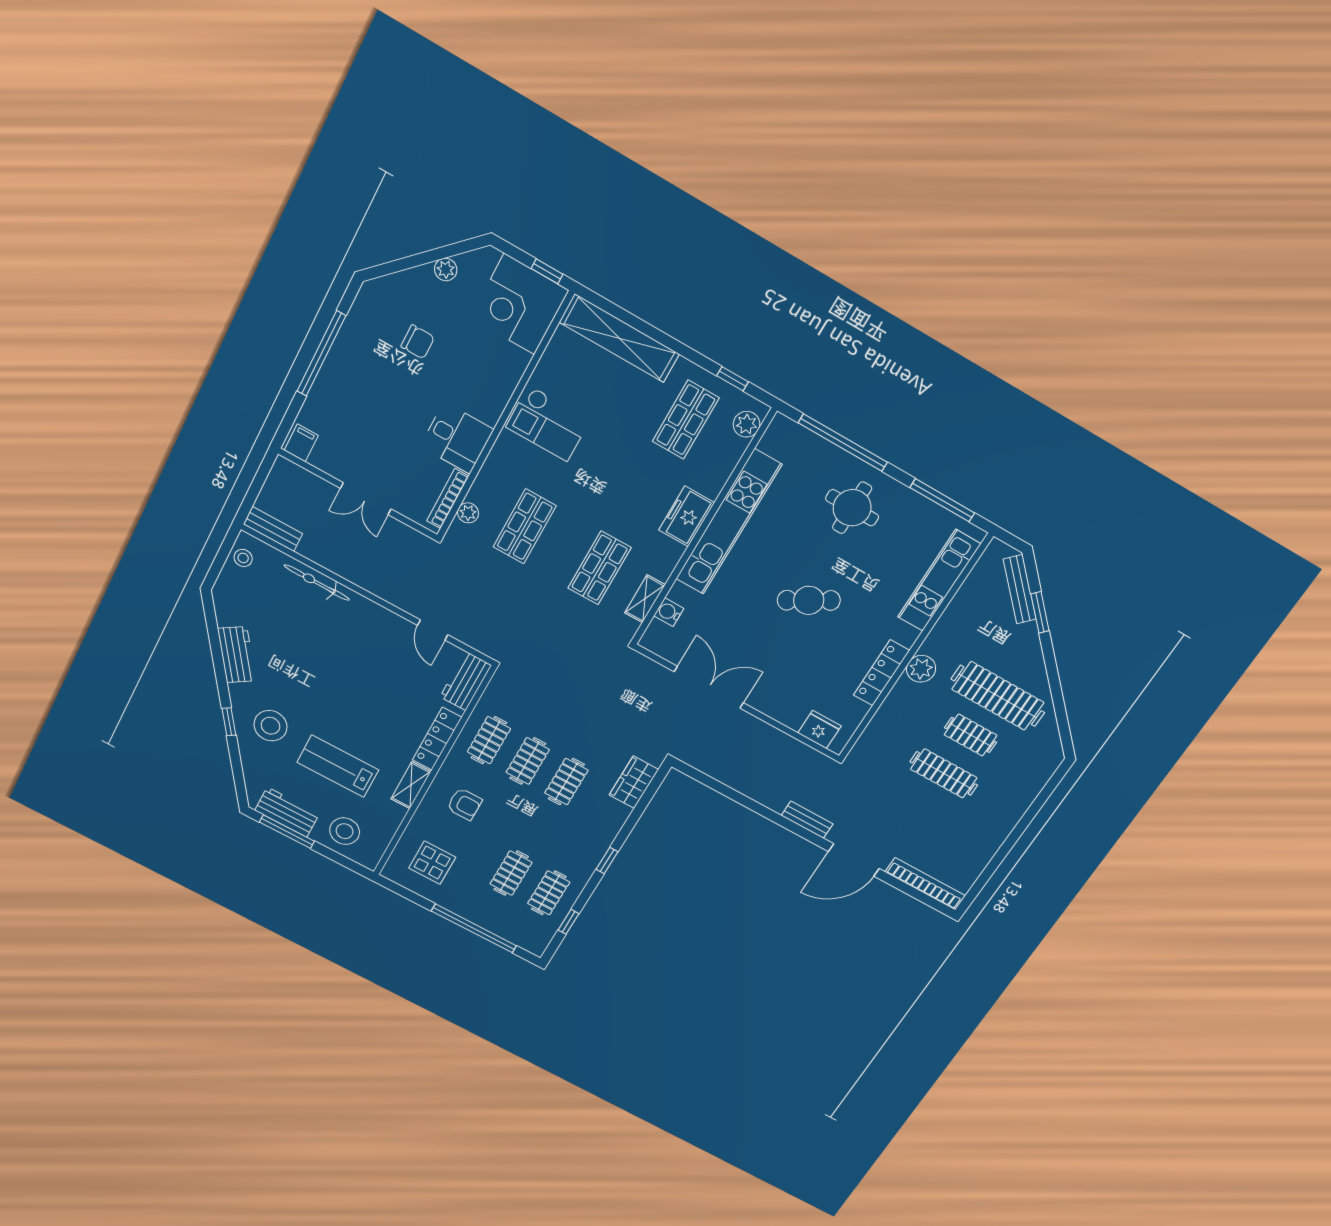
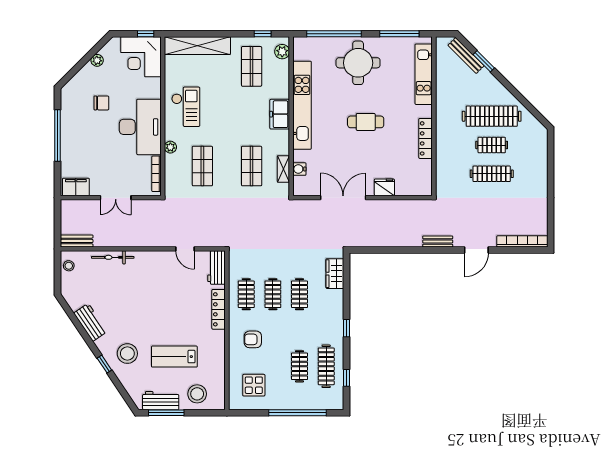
checkout: (548, 423) -> (186, 107), turned -90
desk: (457, 438) -> (140, 127), width x1.87, depth x1.30
filing cabinet: (301, 443) -> (76, 187), width x2.00
round table: (852, 508) -> (358, 63), width x1.36, depth x1.36
plant: (468, 513) -> (170, 147), moved
cafe table: (809, 600) -> (366, 122), turned 30
plant: (921, 669) -> (444, 125), removed
fridge: (819, 729) -> (384, 187), moved
shelving: (411, 785) -> (219, 345), removed
armchair: (464, 804) -> (253, 339), turned 180
door: (854, 860) -> (476, 250), width x0.73
clothes rail: (549, 893) -> (326, 366), width x1.36

